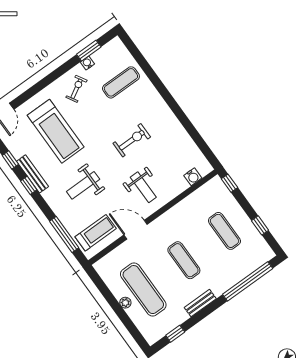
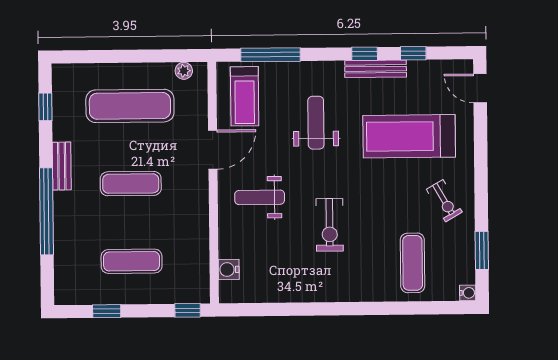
water cooler: (87, 63) -> (468, 293), moved
window: (248, 281) -> (46, 211), moved
plant: (125, 303) -> (184, 71), moved

